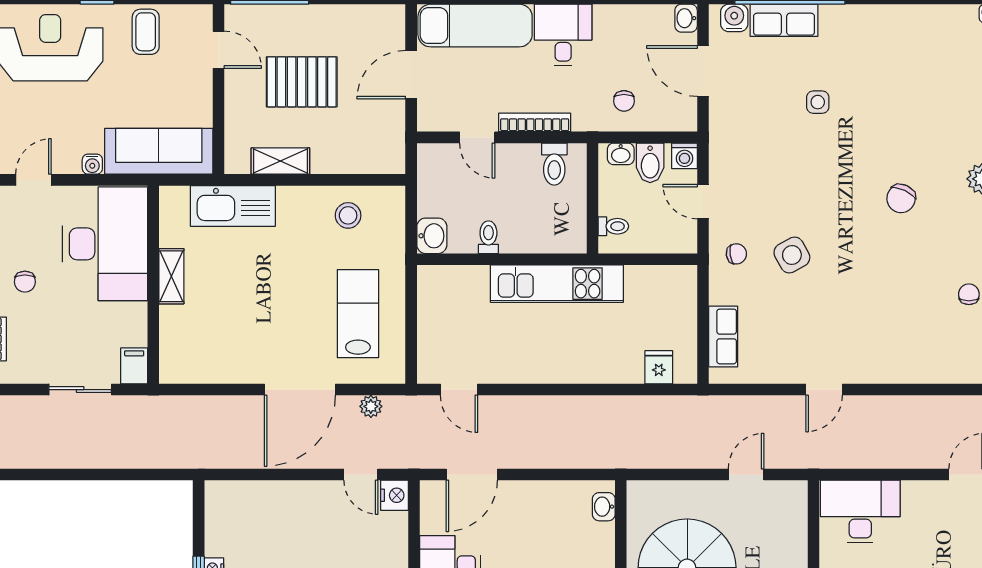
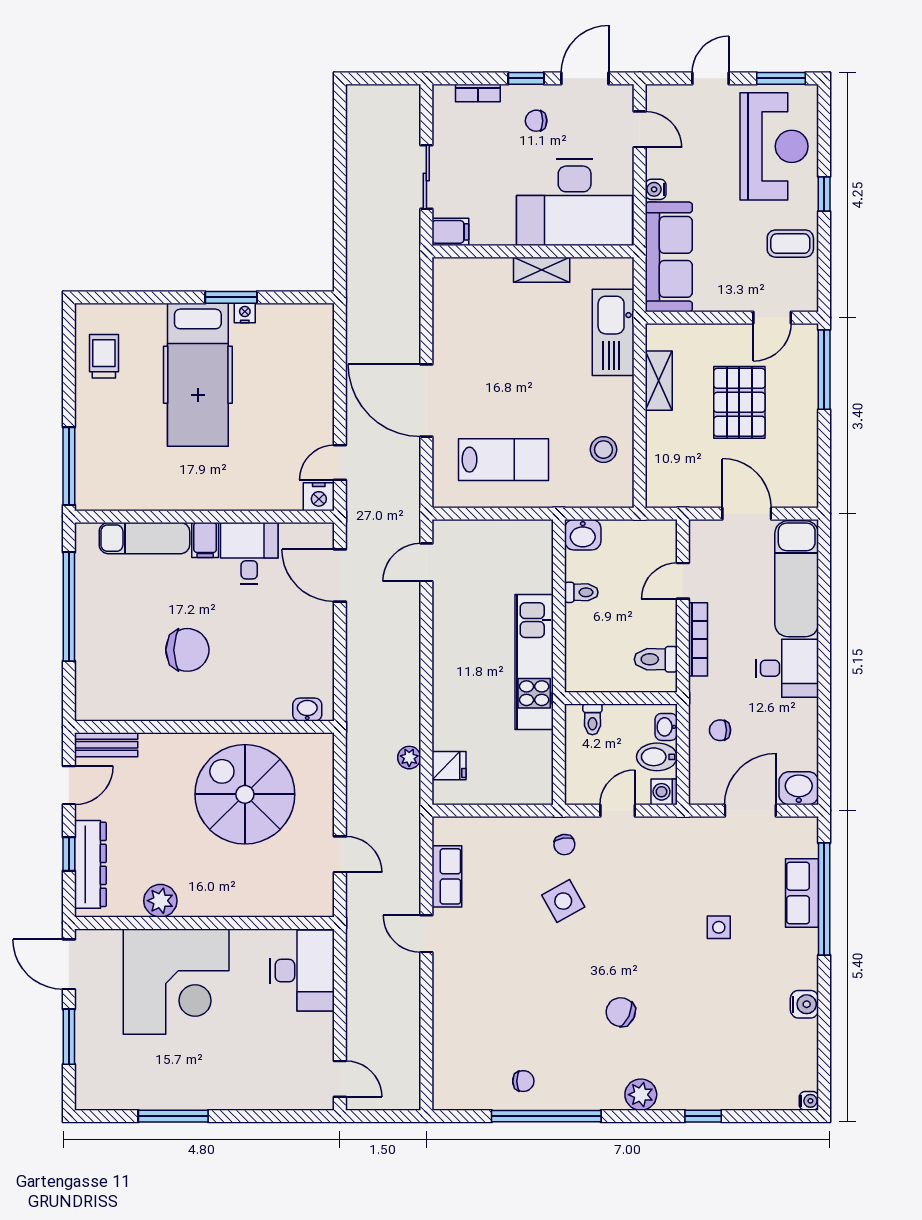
washbasin: (686, 18) -> (799, 788), width x1.38, depth x1.45
water cooler: (734, 18) -> (804, 1004), moved
row of seats: (723, 336) -> (447, 876), moved, turned -90
plant: (371, 406) -> (409, 758), moved

